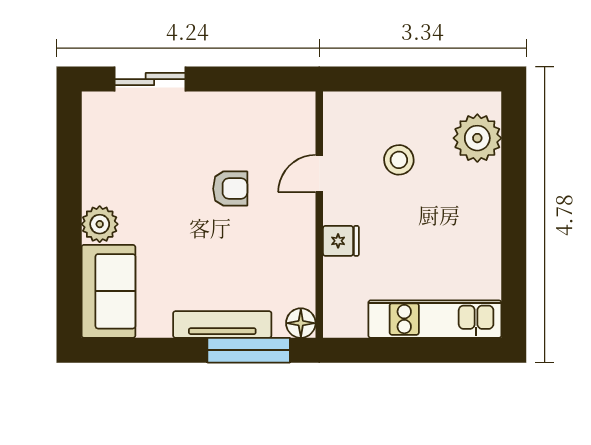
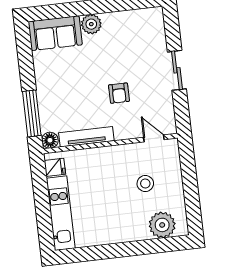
sliding door: (150, 79) -> (177, 70), moved
door: (319, 174) -> (154, 138), moved
fridge: (341, 241) -> (55, 167), moved, turned -90
tv unit: (222, 324) -> (86, 137), moved, turned -90

